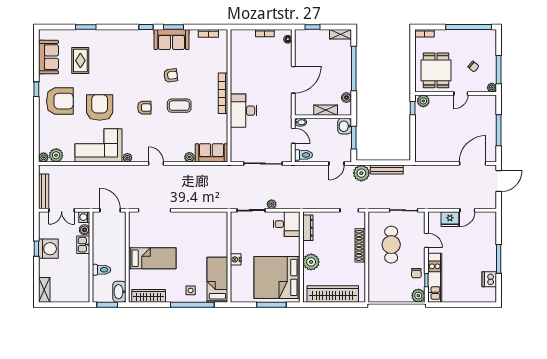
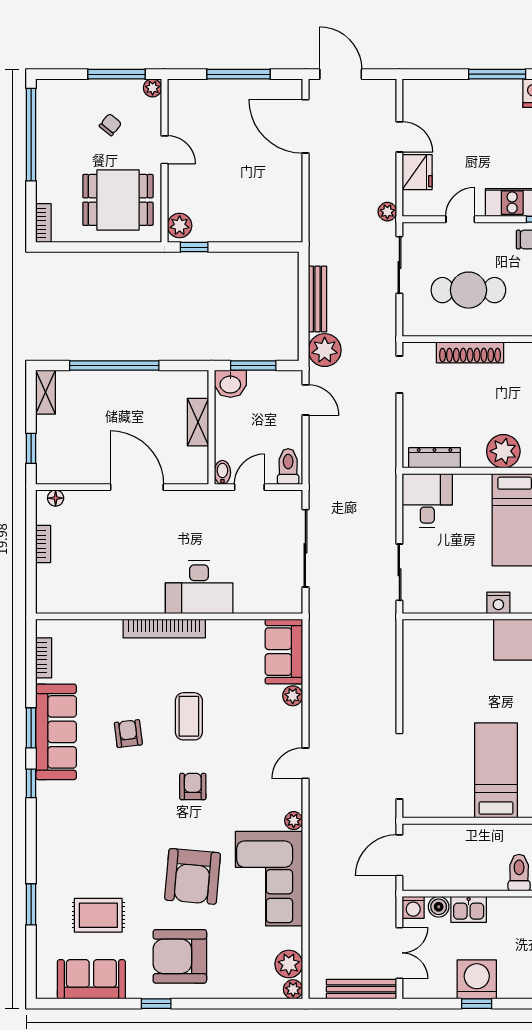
sofa: (172, 40) -> (56, 732), width x1.36
boiler: (346, 98) -> (173, 380), removed
armchair: (60, 101) -> (180, 956), turned -90
armchair: (100, 107) -> (193, 876), turned -85
plant: (272, 204) -> (387, 212), moved

